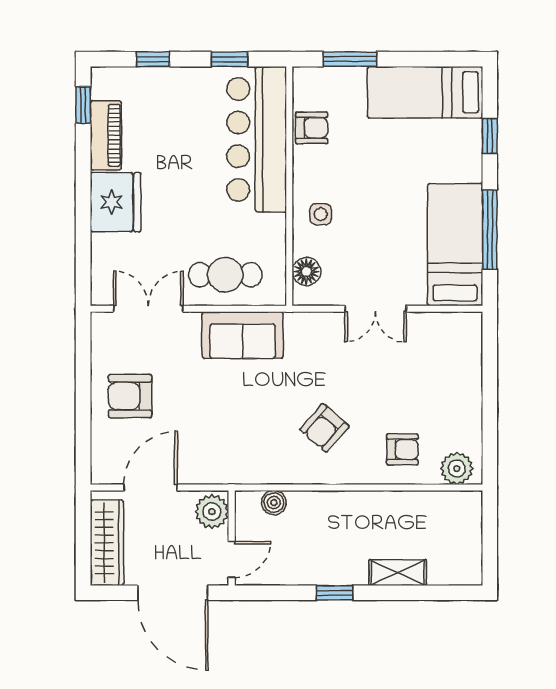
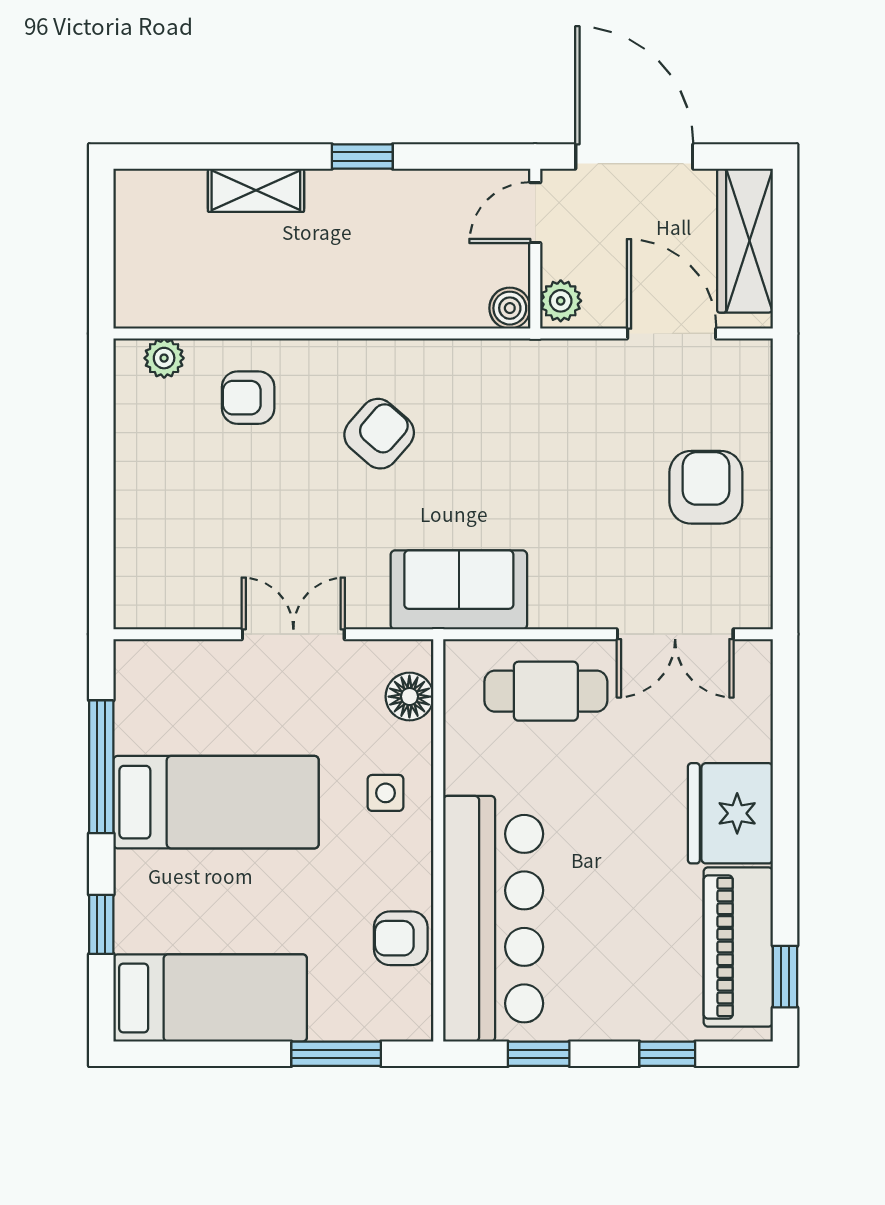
piano: (106, 135) -> (738, 947), width x1.37, depth x1.33
bed: (455, 245) -> (216, 802), moved, turned -90
sofa: (243, 335) -> (459, 590), moved
armchair: (130, 396) -> (706, 487), turned -90
plant: (457, 468) -> (164, 358), width x0.73, depth x0.73
door: (151, 487) -> (672, 333), swing flipped
boiler: (274, 503) -> (510, 308), moved
plant: (212, 512) -> (561, 301), width x0.73, depth x0.73

